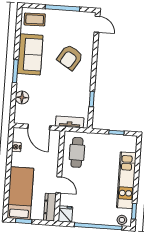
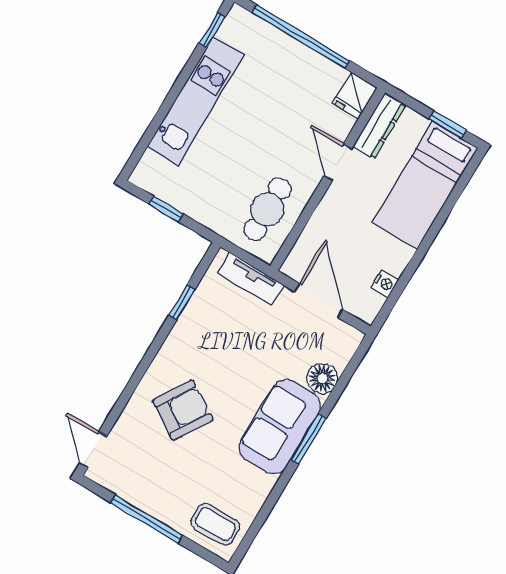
sofa: (30, 54) -> (280, 427), moved
stool: (122, 220) -> (246, 25), removed

